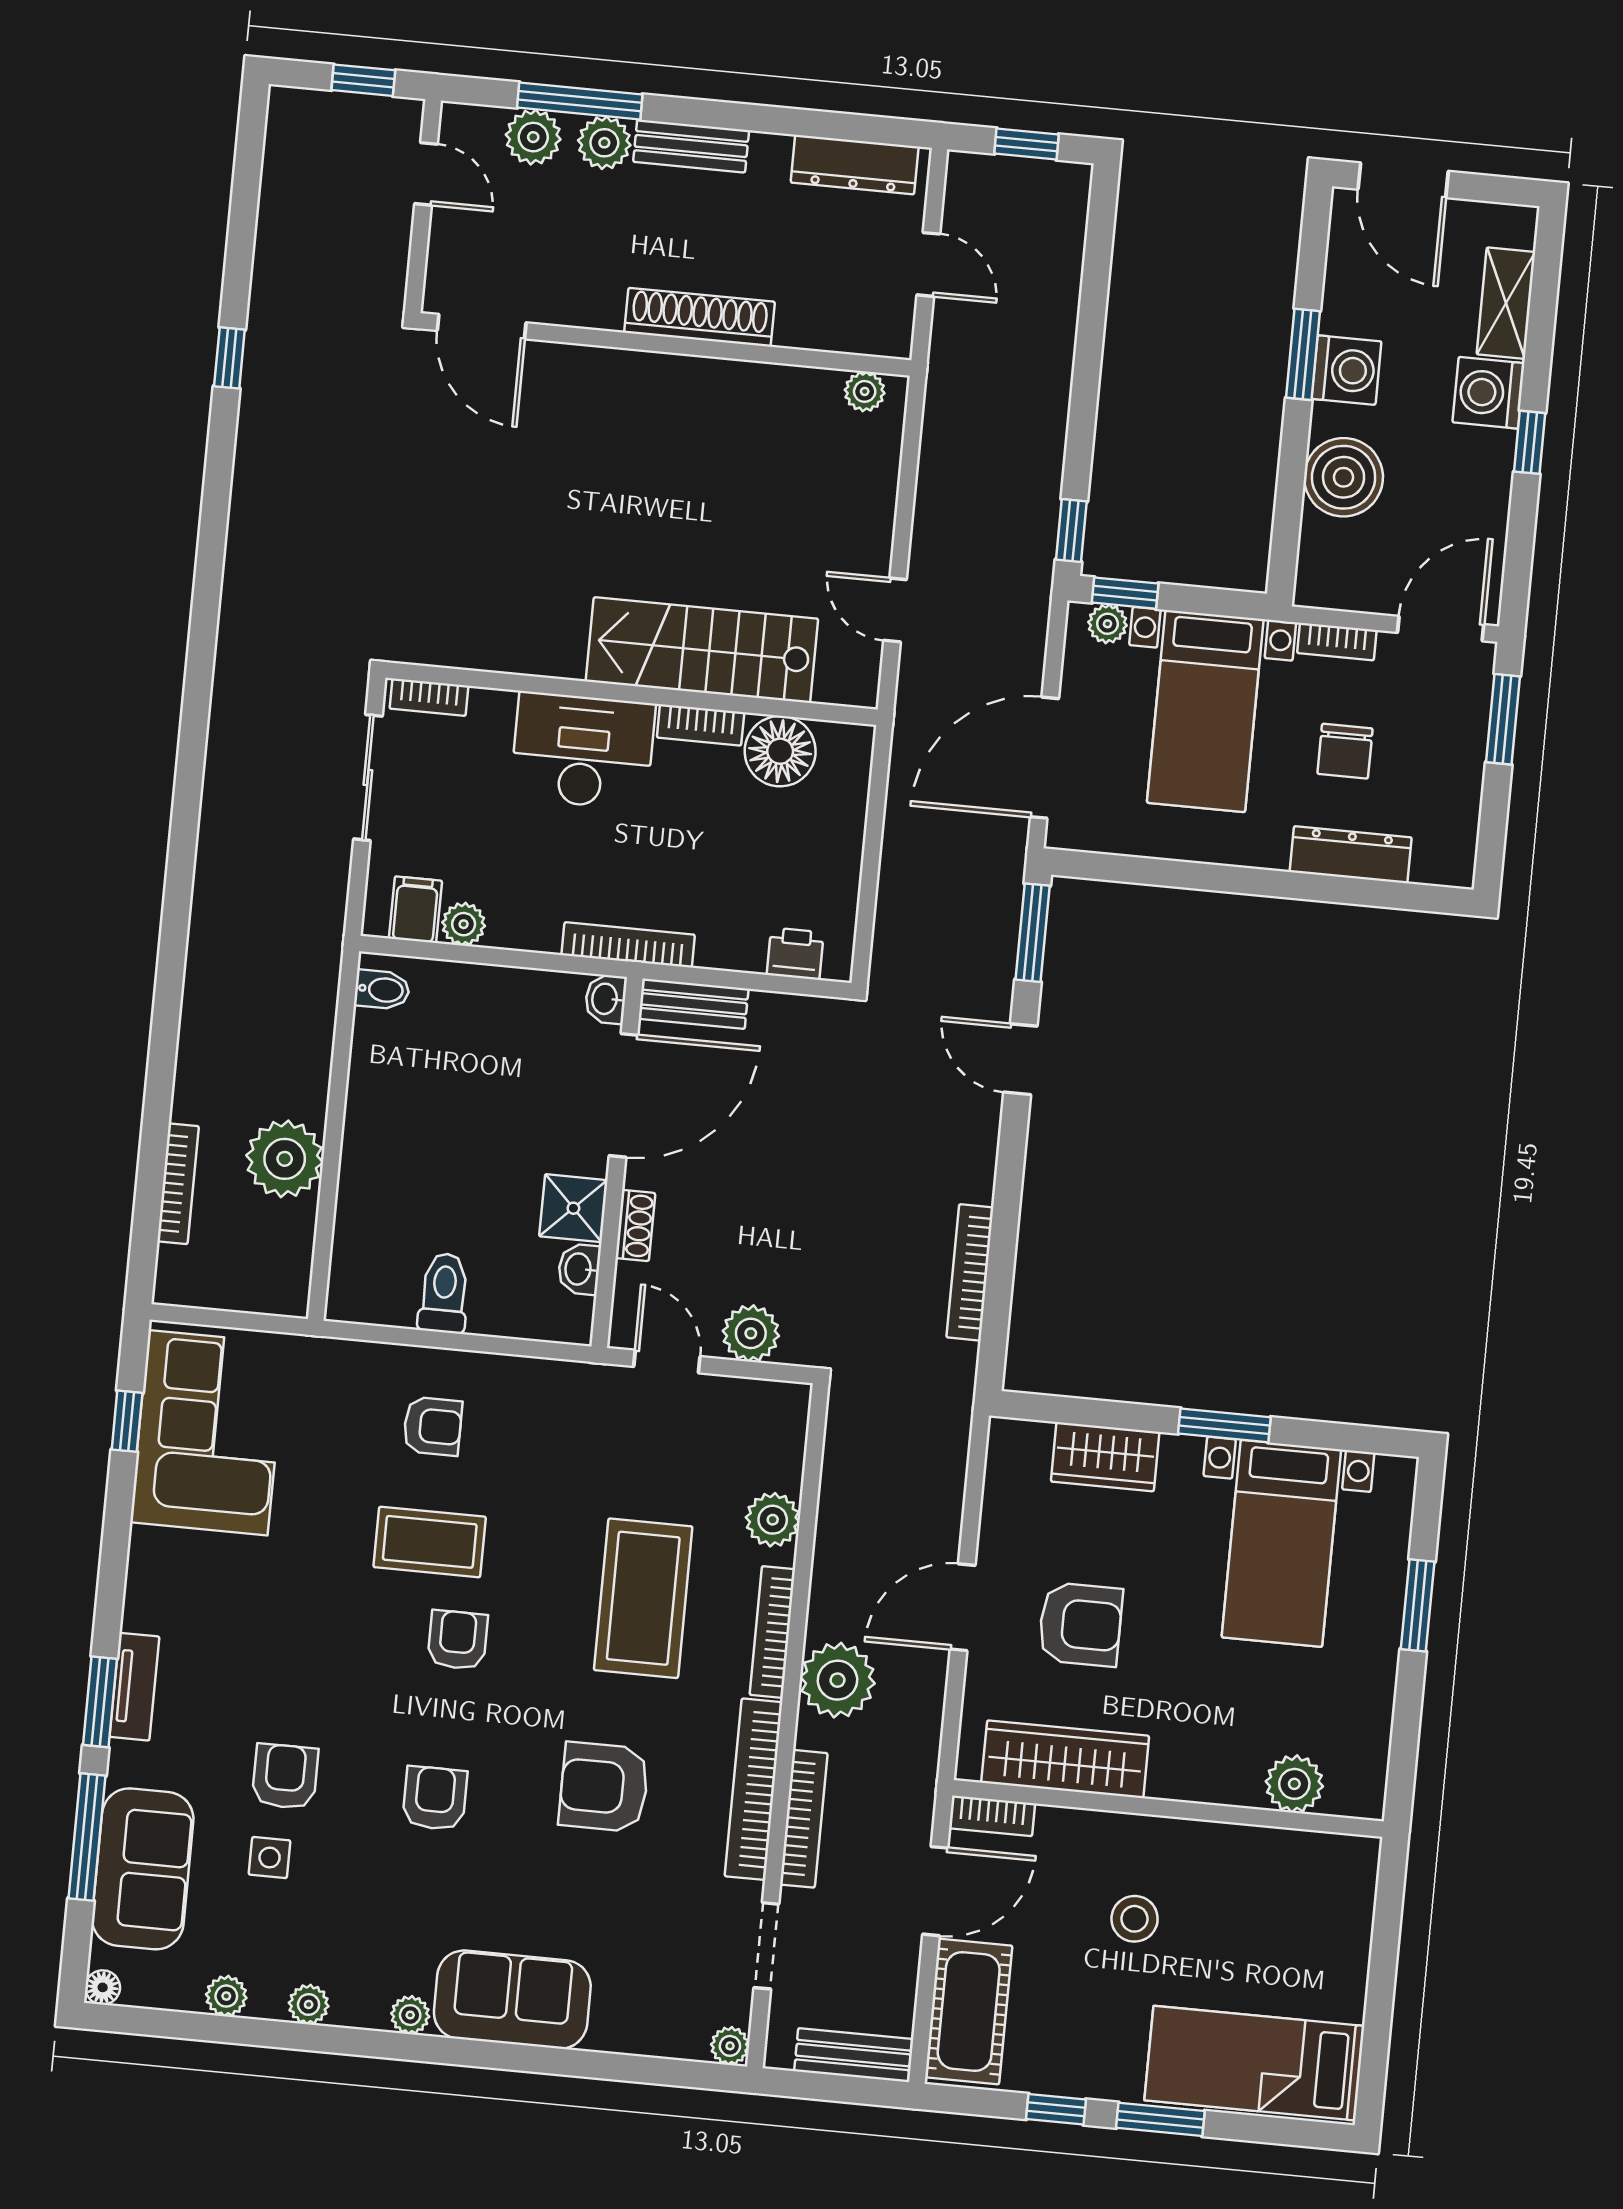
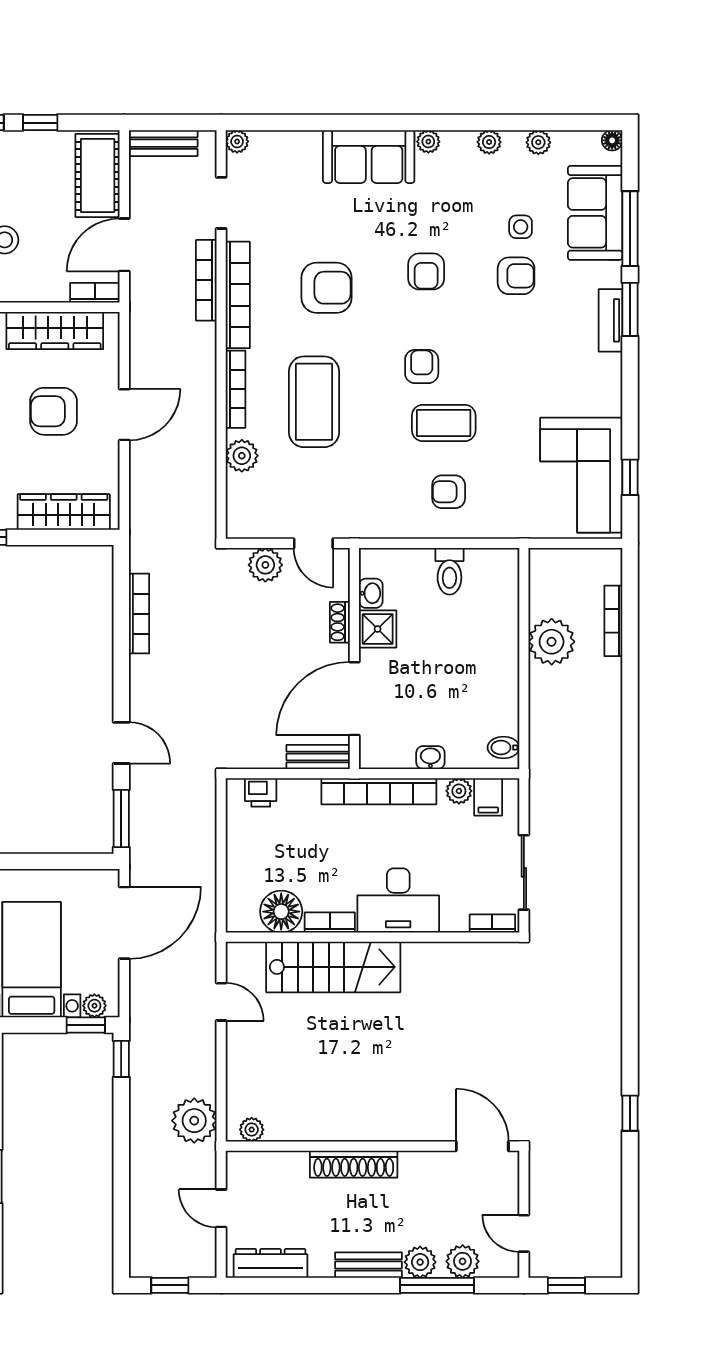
bookcase: (628, 945) -> (379, 791), width x1.48, depth x1.31
washbasin: (606, 999) -> (430, 758), moved, turned -90
wardrobe: (1105, 1457) -> (64, 512), width x1.50
armchair: (457, 1640) -> (422, 366), turned 180
plant: (837, 1680) -> (194, 1121), moved
armchair: (285, 1776) -> (516, 276), turned -90

